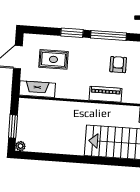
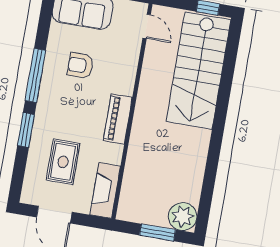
piano: (105, 94) -> (118, 119), moved
plant: (20, 146) -> (183, 217), width x1.88, depth x1.88

